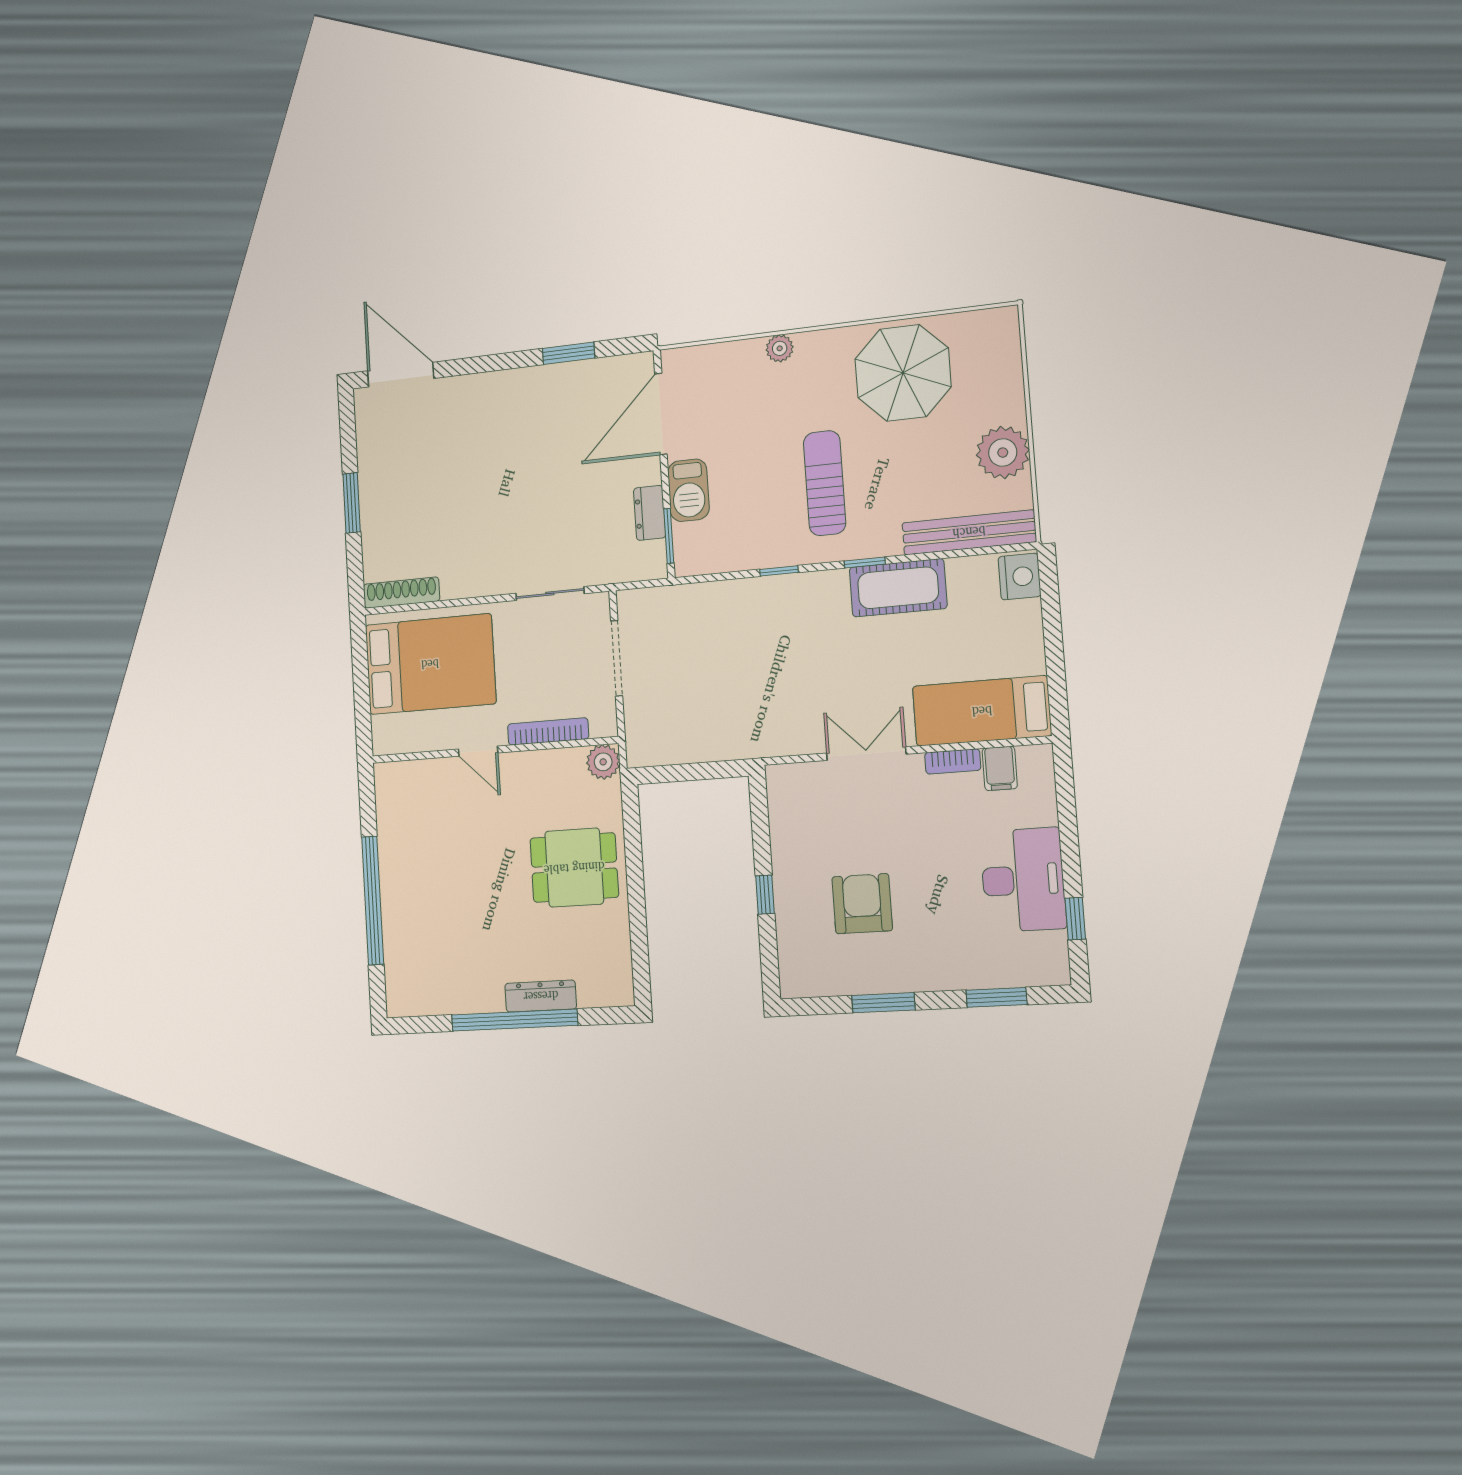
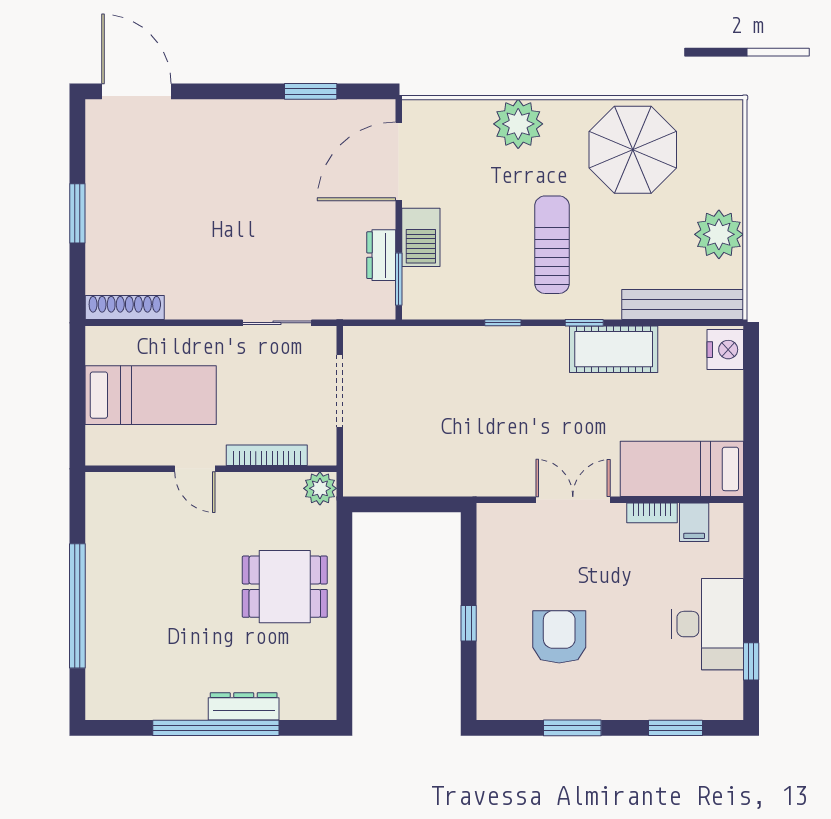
plant: (780, 348) -> (518, 124), width x1.87, depth x1.87
bed: (430, 664) -> (151, 395), width x0.67

